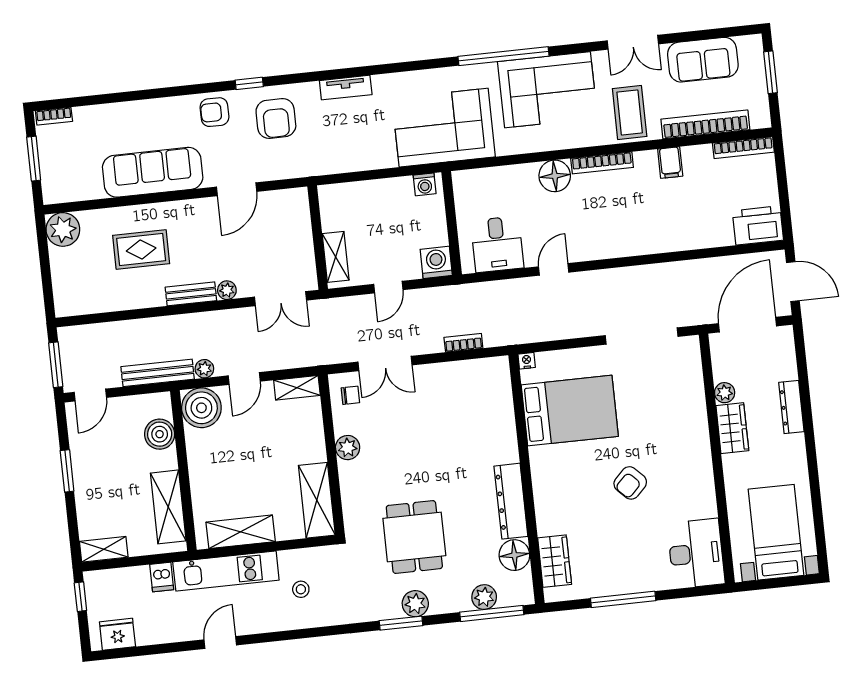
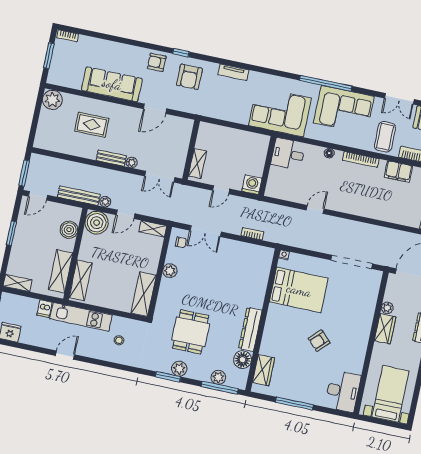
filing cabinet: (670, 163) -> (398, 172), width x2.00
floor lamp: (555, 176) -> (329, 153), width x0.53, depth x0.53
washing machine: (425, 184) -> (259, 140), removed
desk: (497, 244) -> (288, 154), moved, turned 90
shelving: (241, 532) -> (81, 280), moved, turned 90

